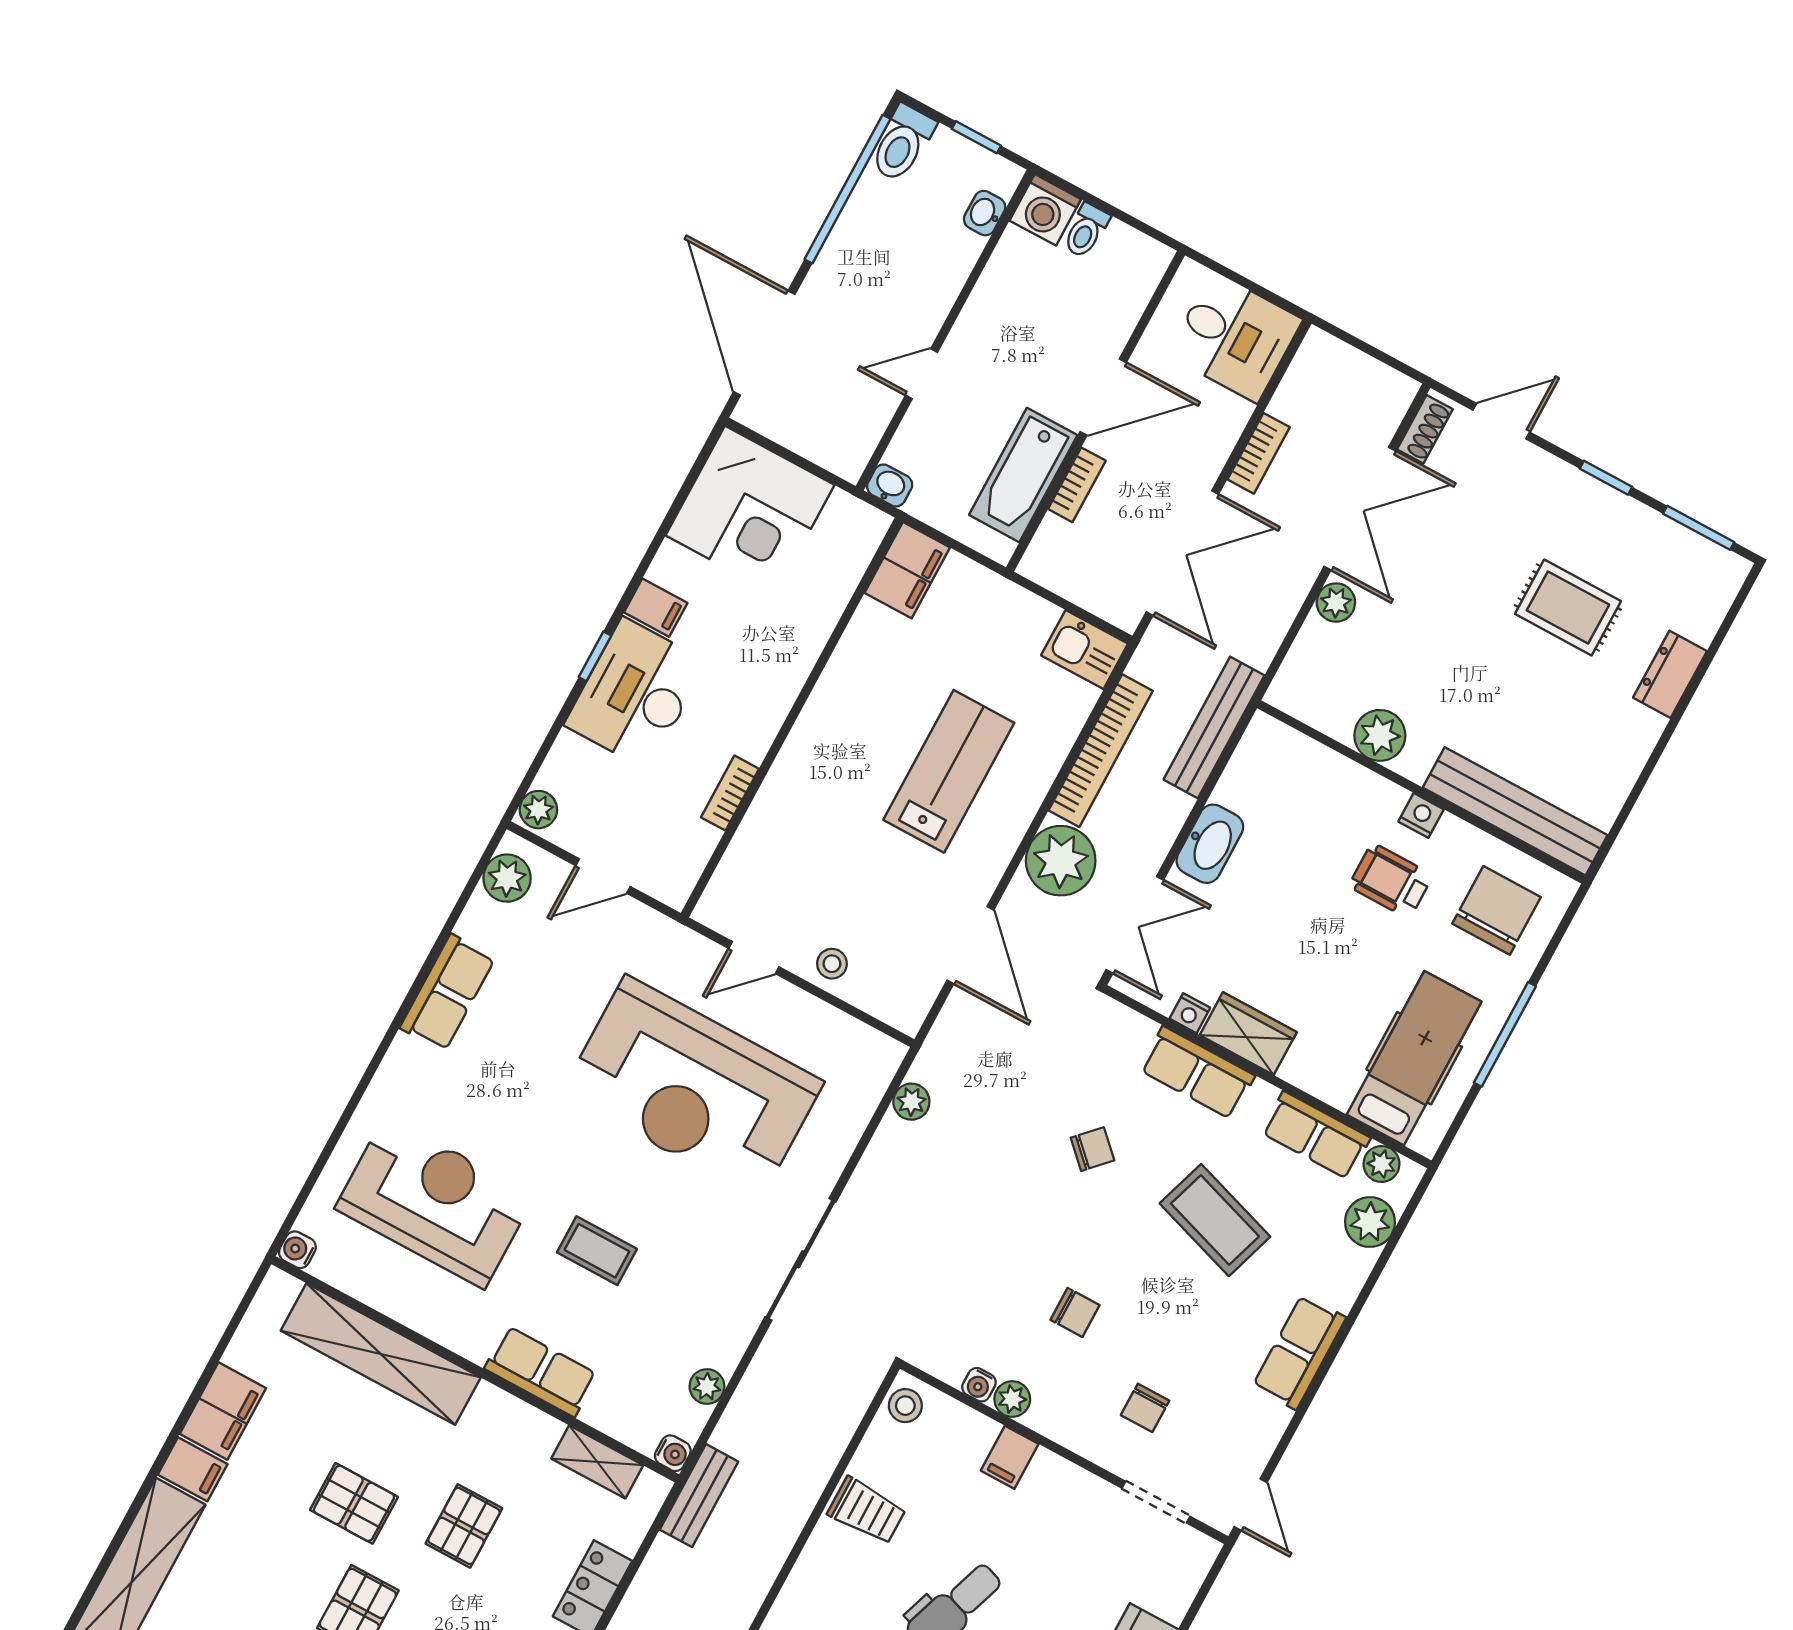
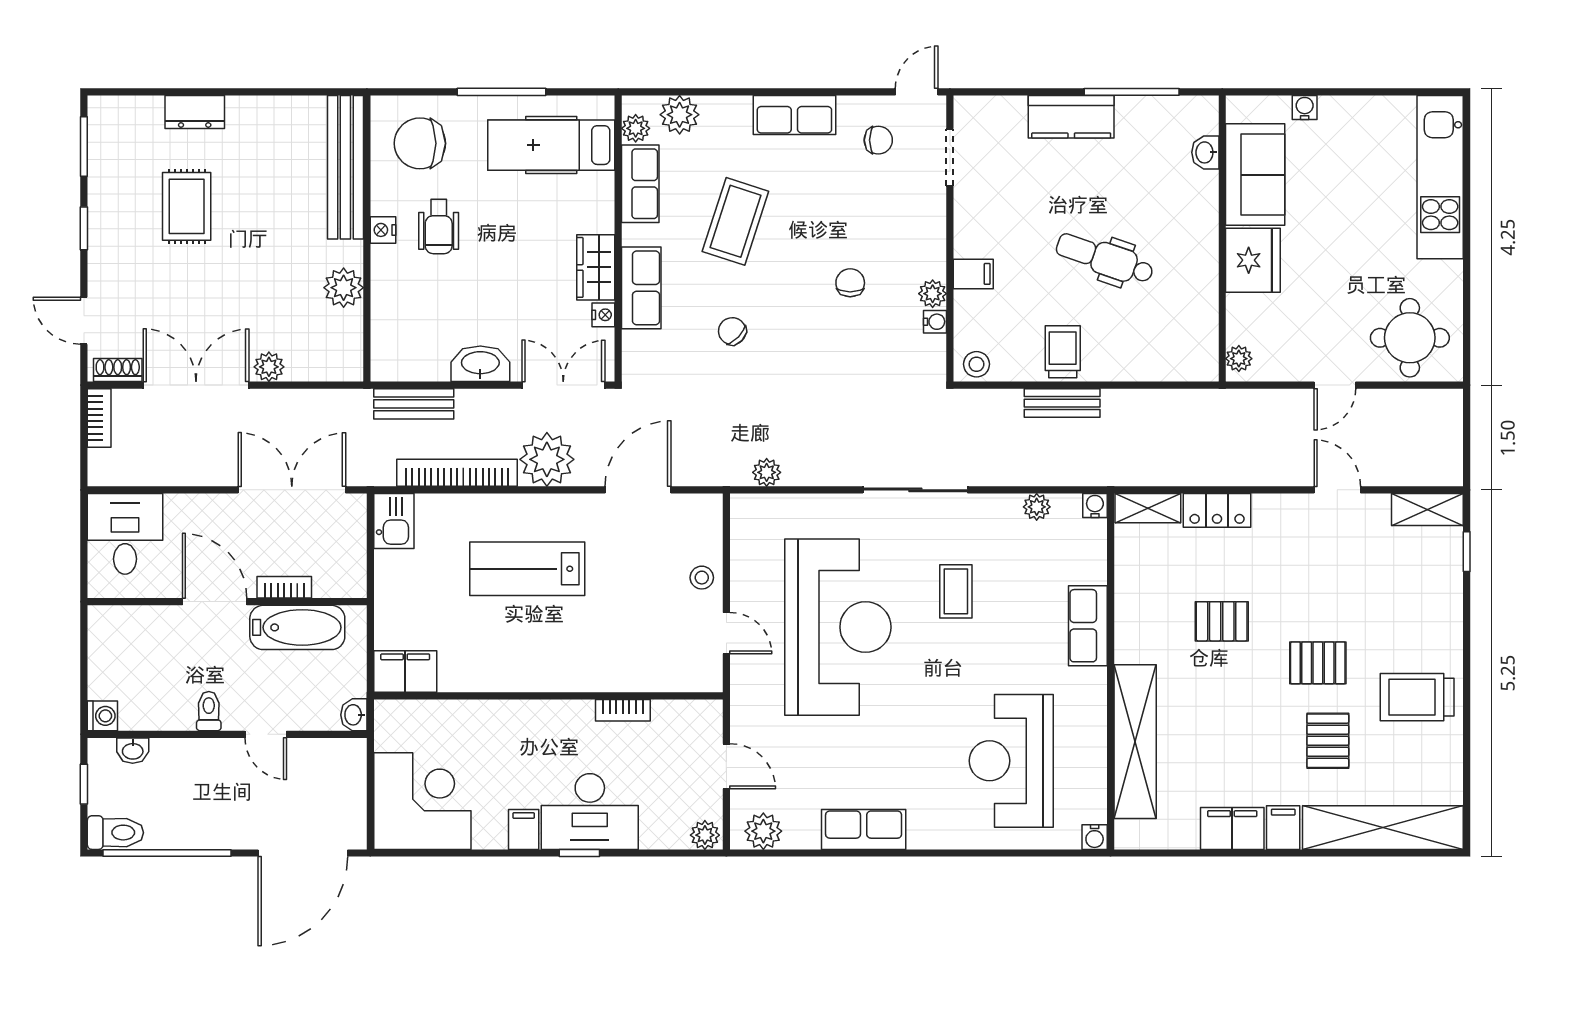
washing machine: (1045, 210) -> (102, 716), width x0.73, depth x0.73
toilet: (1086, 231) -> (209, 711), moved, turned -90
bookcase: (1259, 453) -> (99, 418), moved, turned 90
bench: (1214, 727) -> (414, 404), width x0.73
coffee table: (597, 1251) -> (956, 591), moved
chair: (1145, 1408) -> (878, 140), moved
shelving: (597, 1462) -> (1148, 508), moved, turned 90
bench: (699, 1496) -> (1062, 403), moved
pallet: (354, 1503) -> (1328, 741), moved

